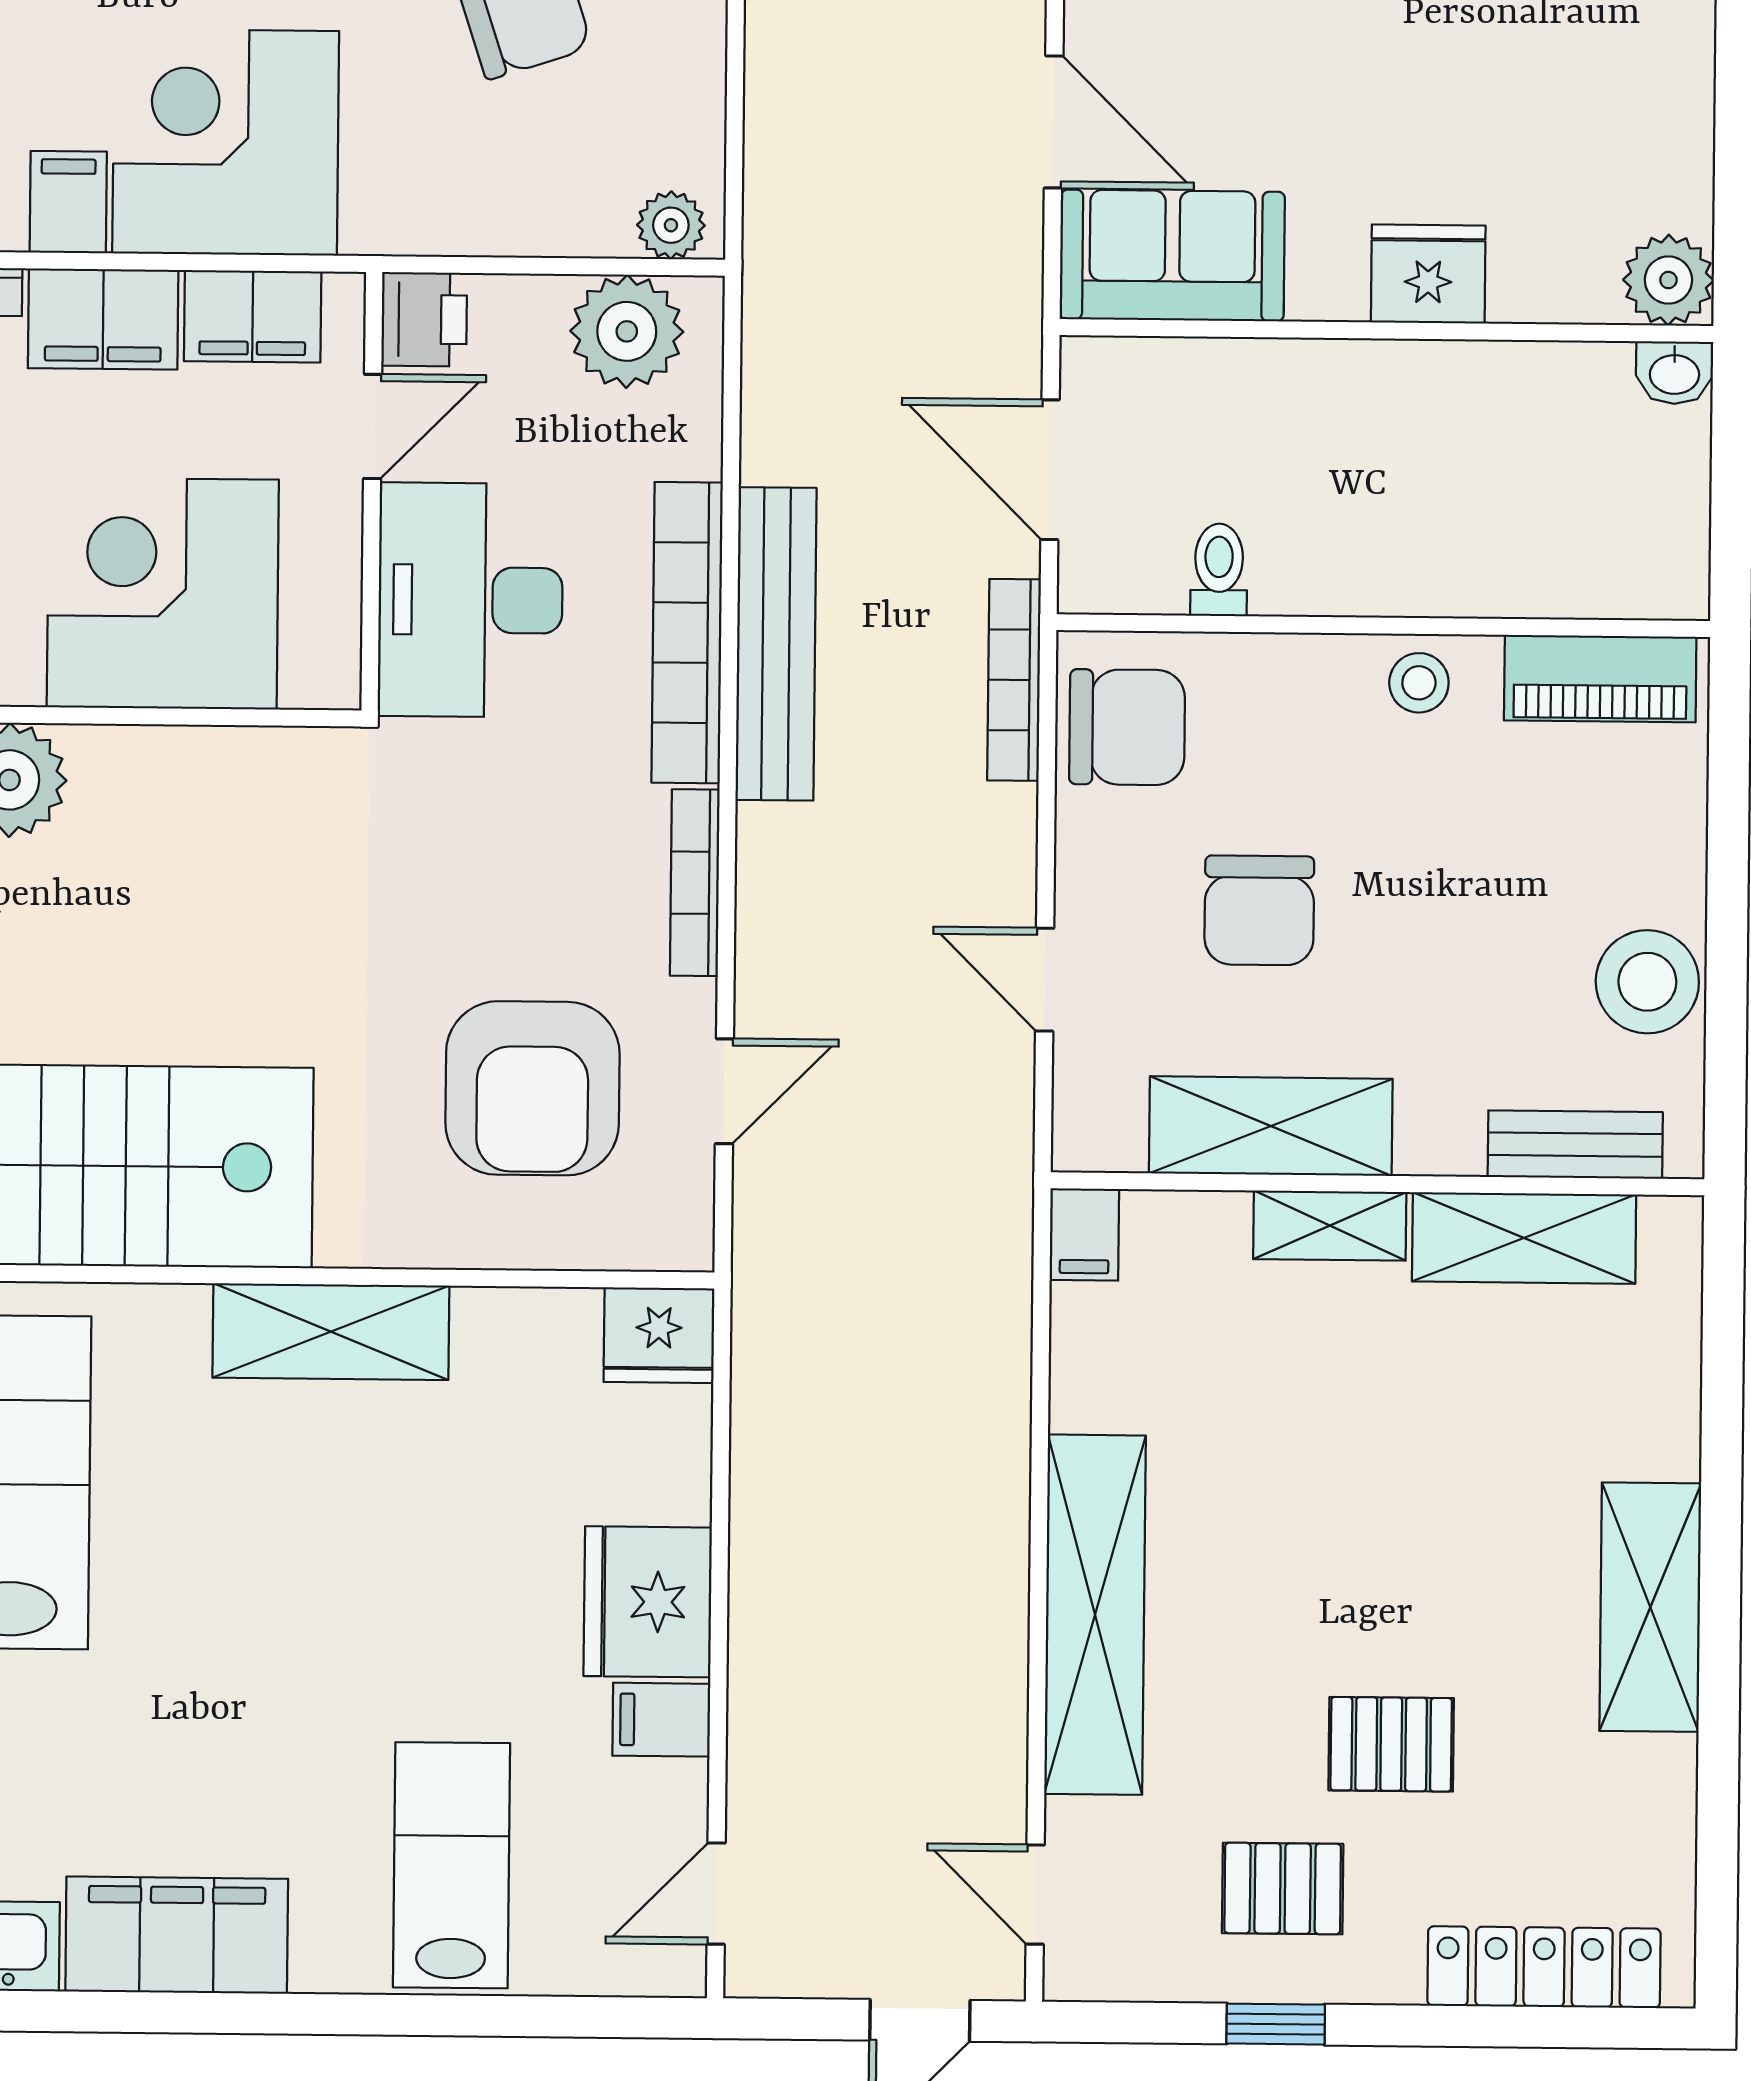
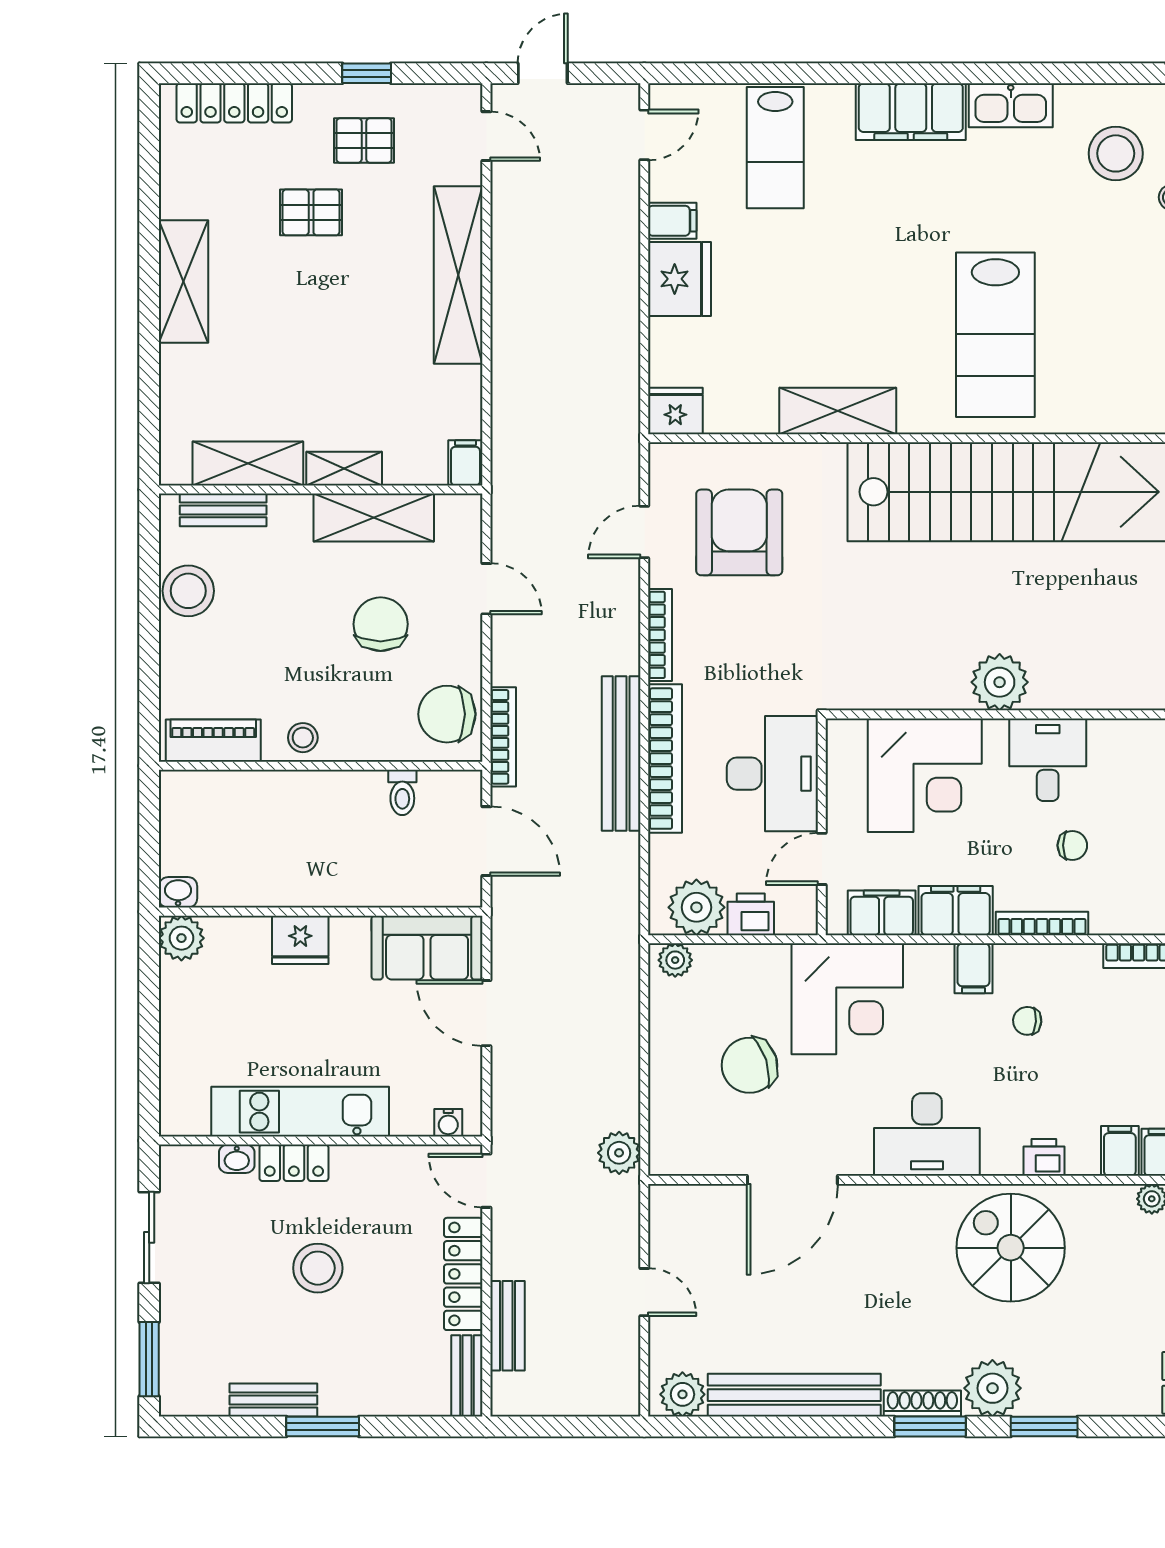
corner desk: (226, 142) -> (847, 999), moved
printer: (424, 319) -> (751, 914), moved, turned 90

